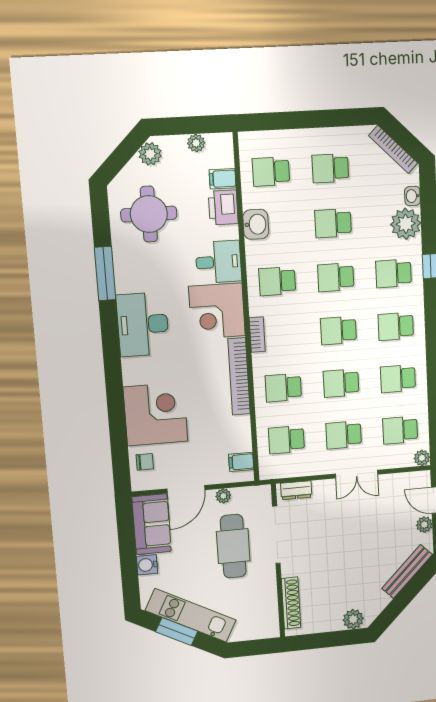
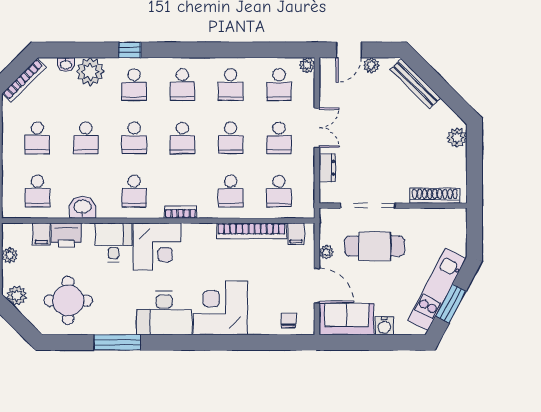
bookcase: (239, 376) -> (251, 231), moved
corner desk: (156, 414) -> (220, 308), moved
dresser: (296, 490) -> (327, 168), moved

